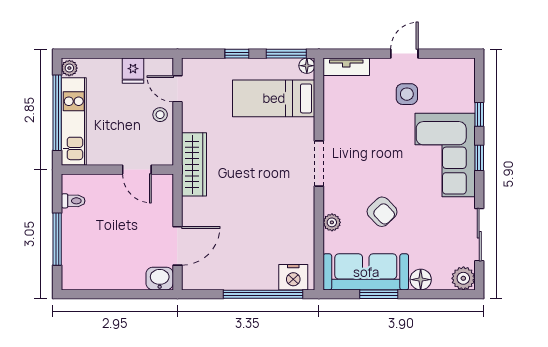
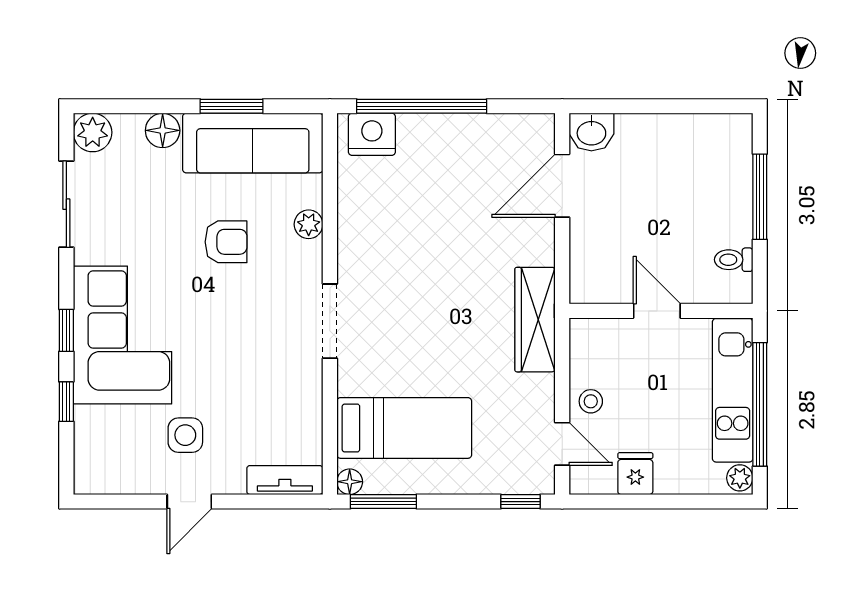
window: (237, 54) -> (521, 502), moved
door: (137, 170) -> (657, 311), moved
armchair: (382, 212) -> (226, 242), turned 134

